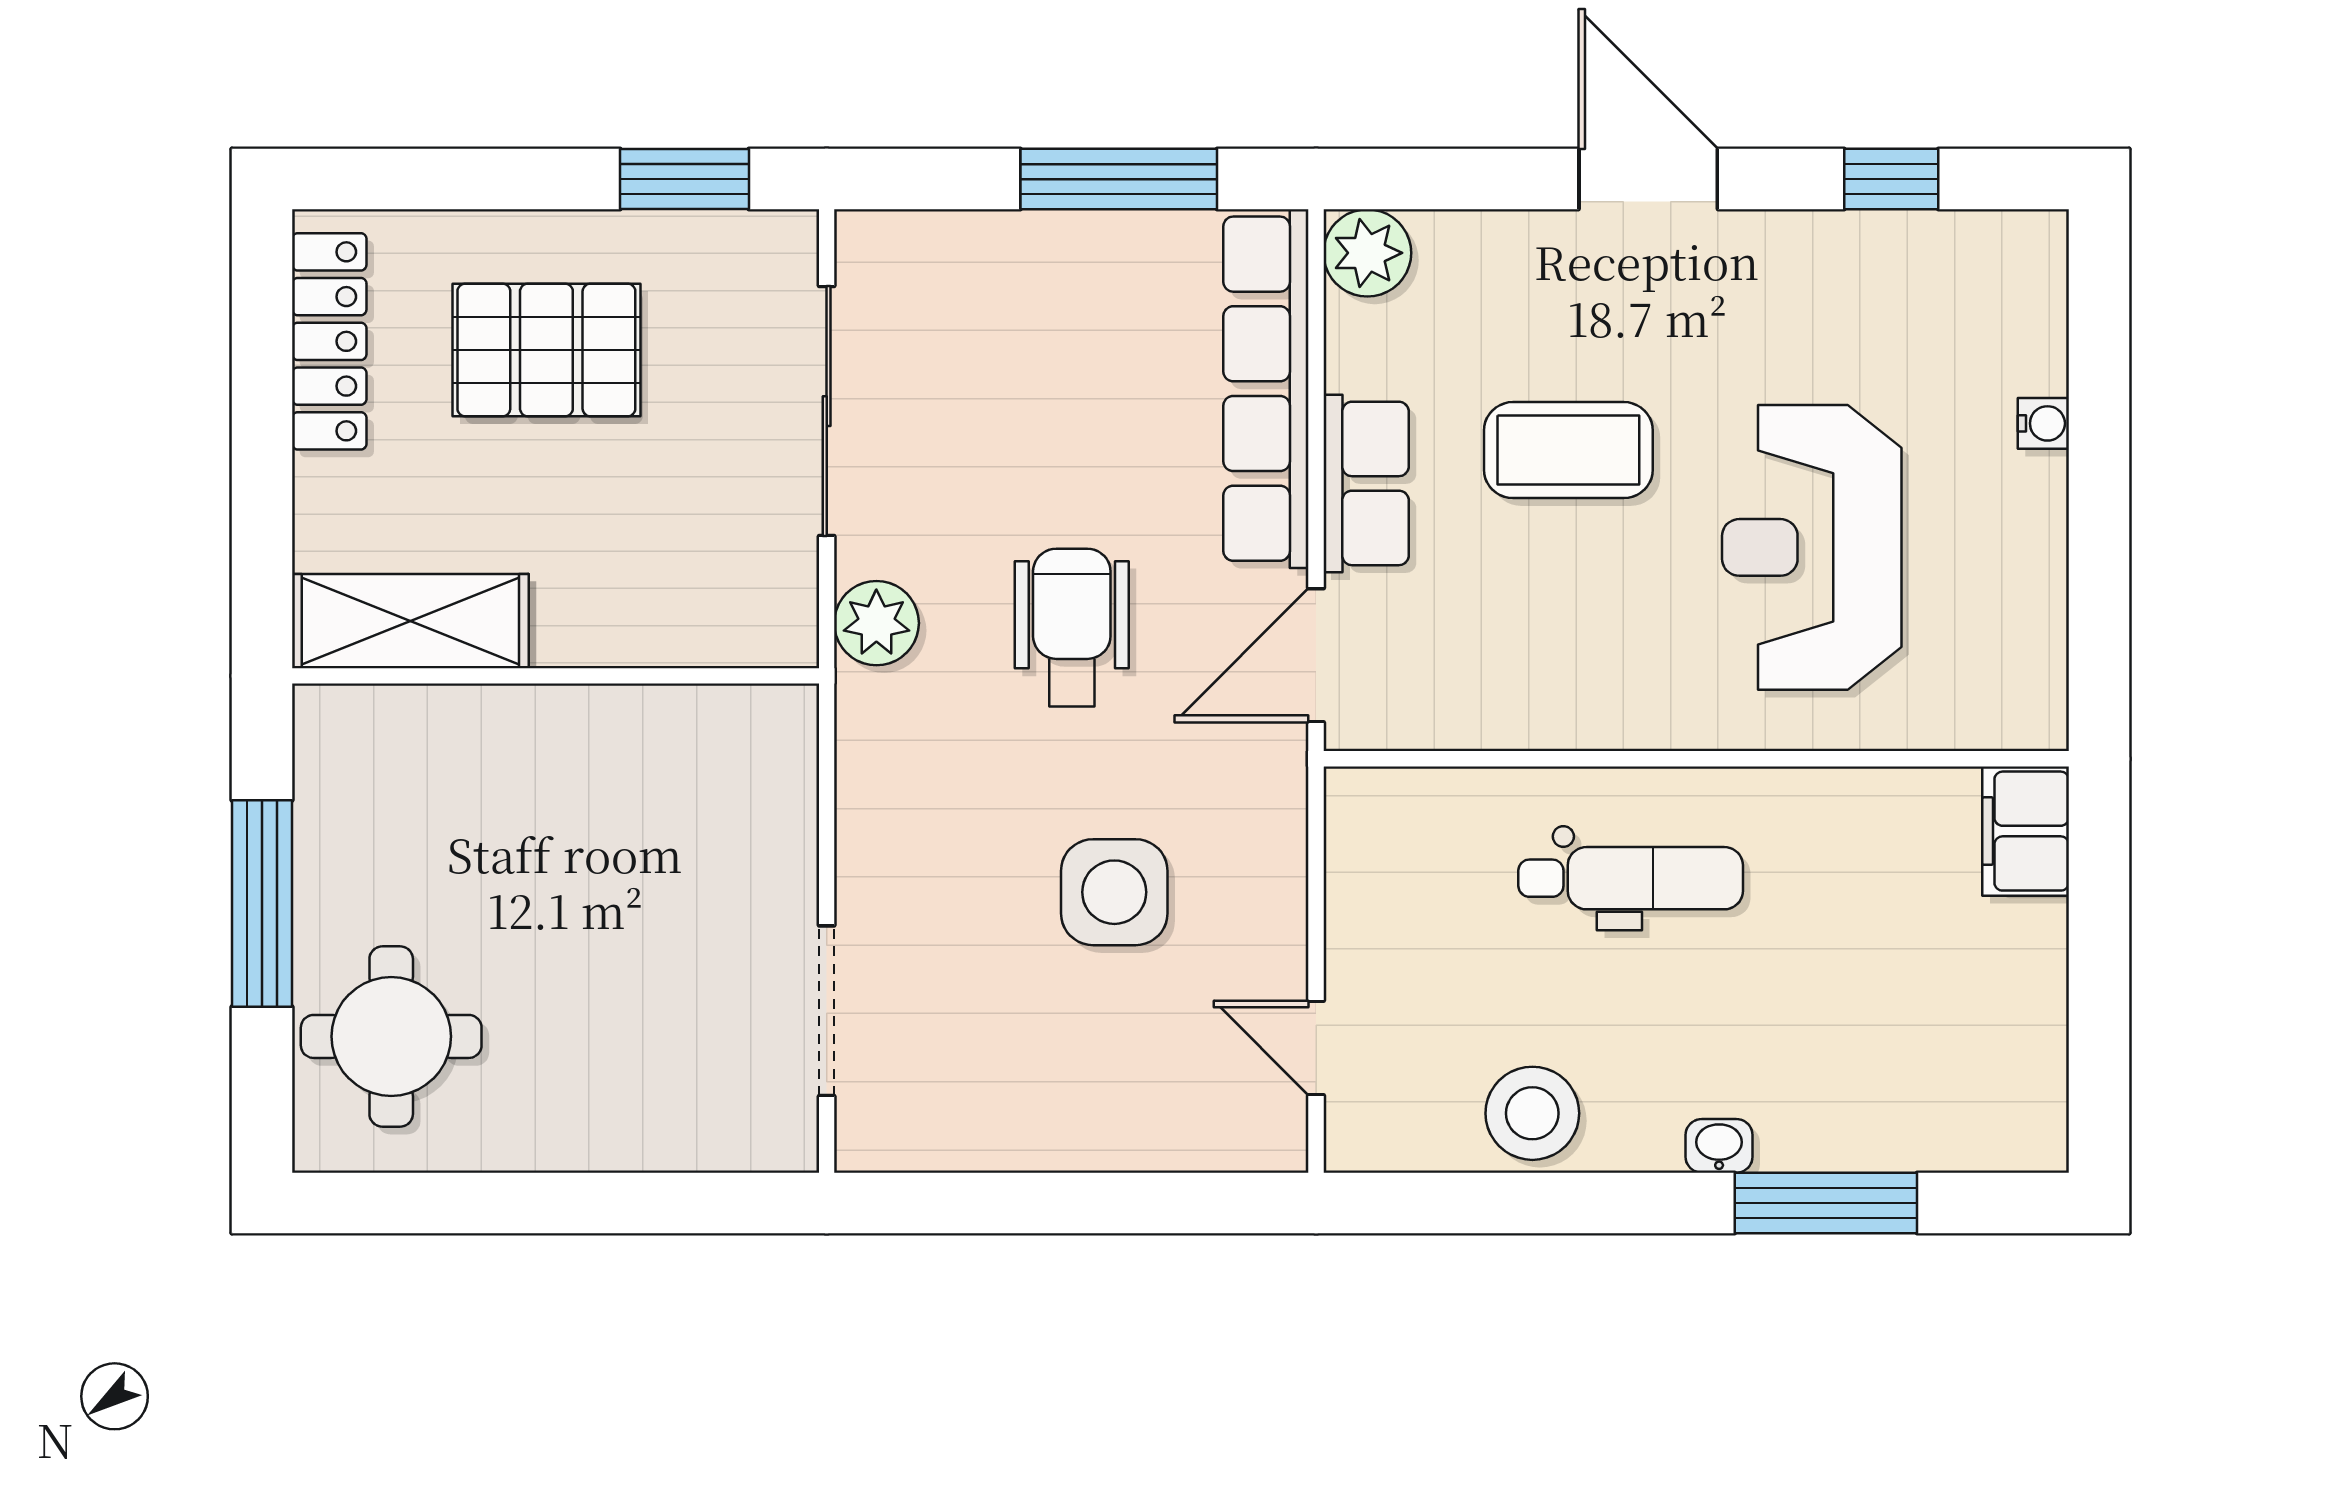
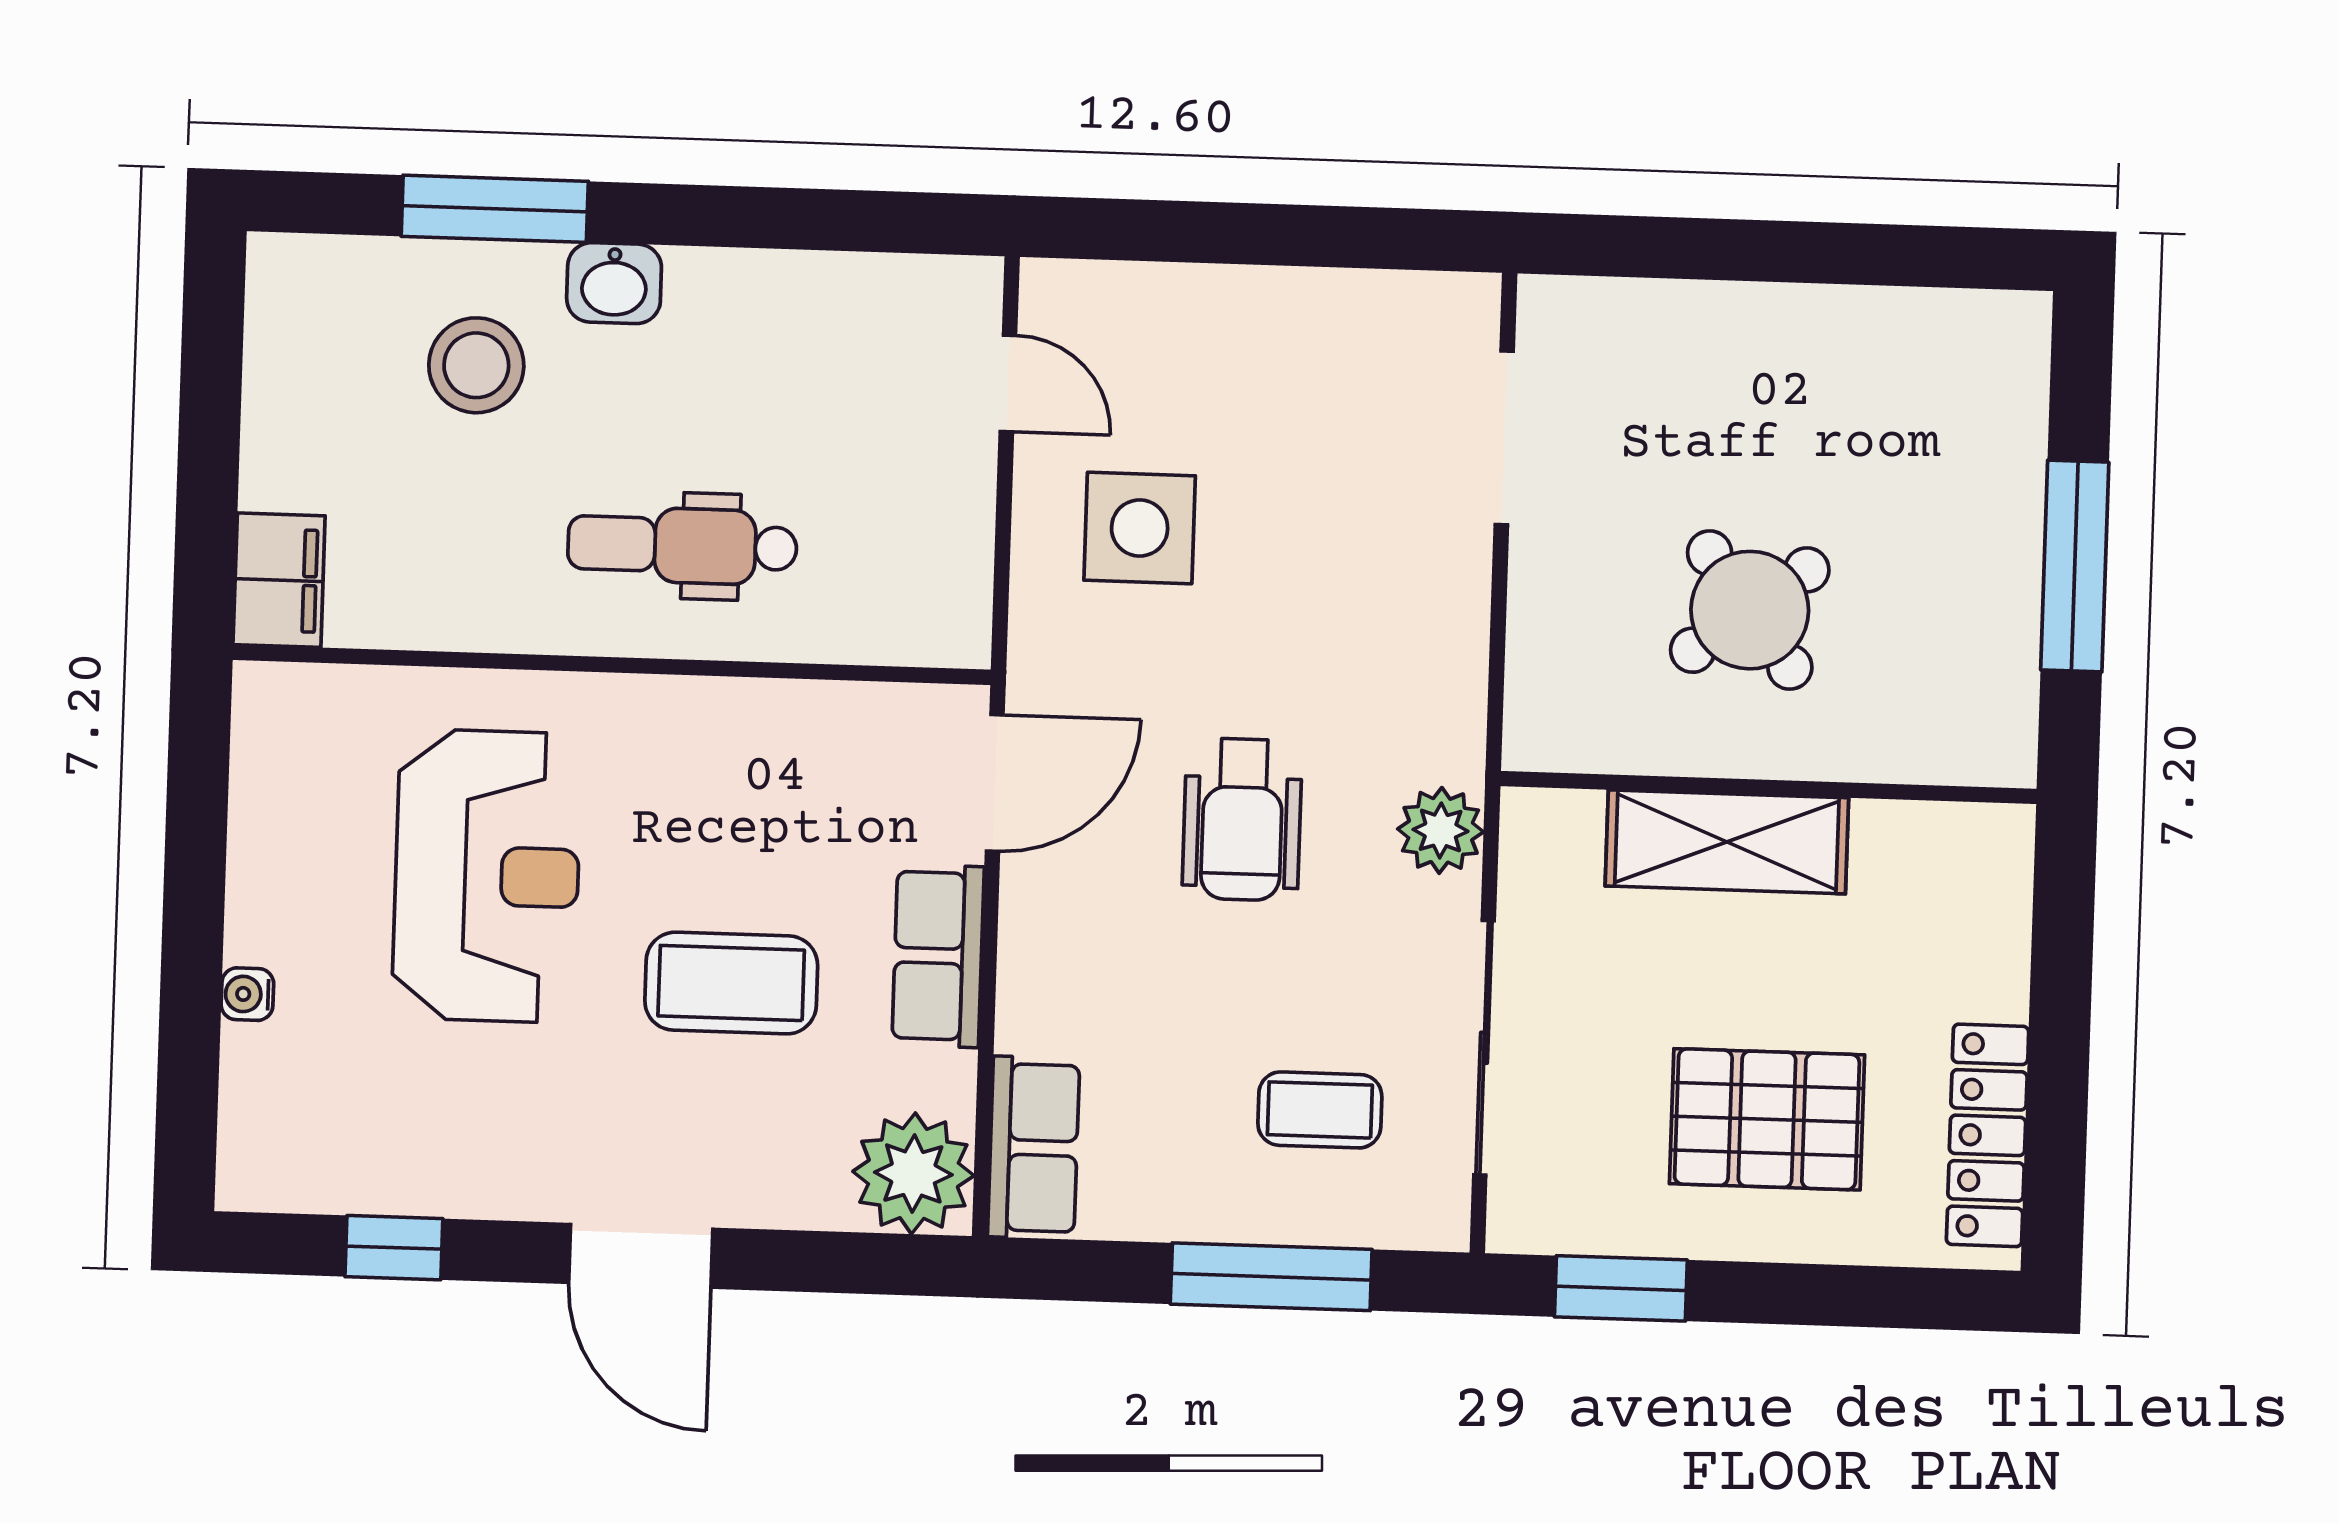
window: (1119, 179) -> (1271, 1277), moved
plant: (1367, 253) -> (913, 1173), width x1.36, depth x1.36
coffee table: (986, 345) -> (1320, 1110), added
row of seats: (1266, 389) -> (1034, 1148), width x0.50
shelving: (410, 621) -> (1727, 842), moved
side table: (1114, 892) -> (1140, 528), moved
round table: (391, 1036) -> (1750, 610), moved, turned -37
stool: (1532, 1113) -> (476, 365), moved
washbasin: (1719, 1146) -> (614, 283), width x1.38, depth x1.45

